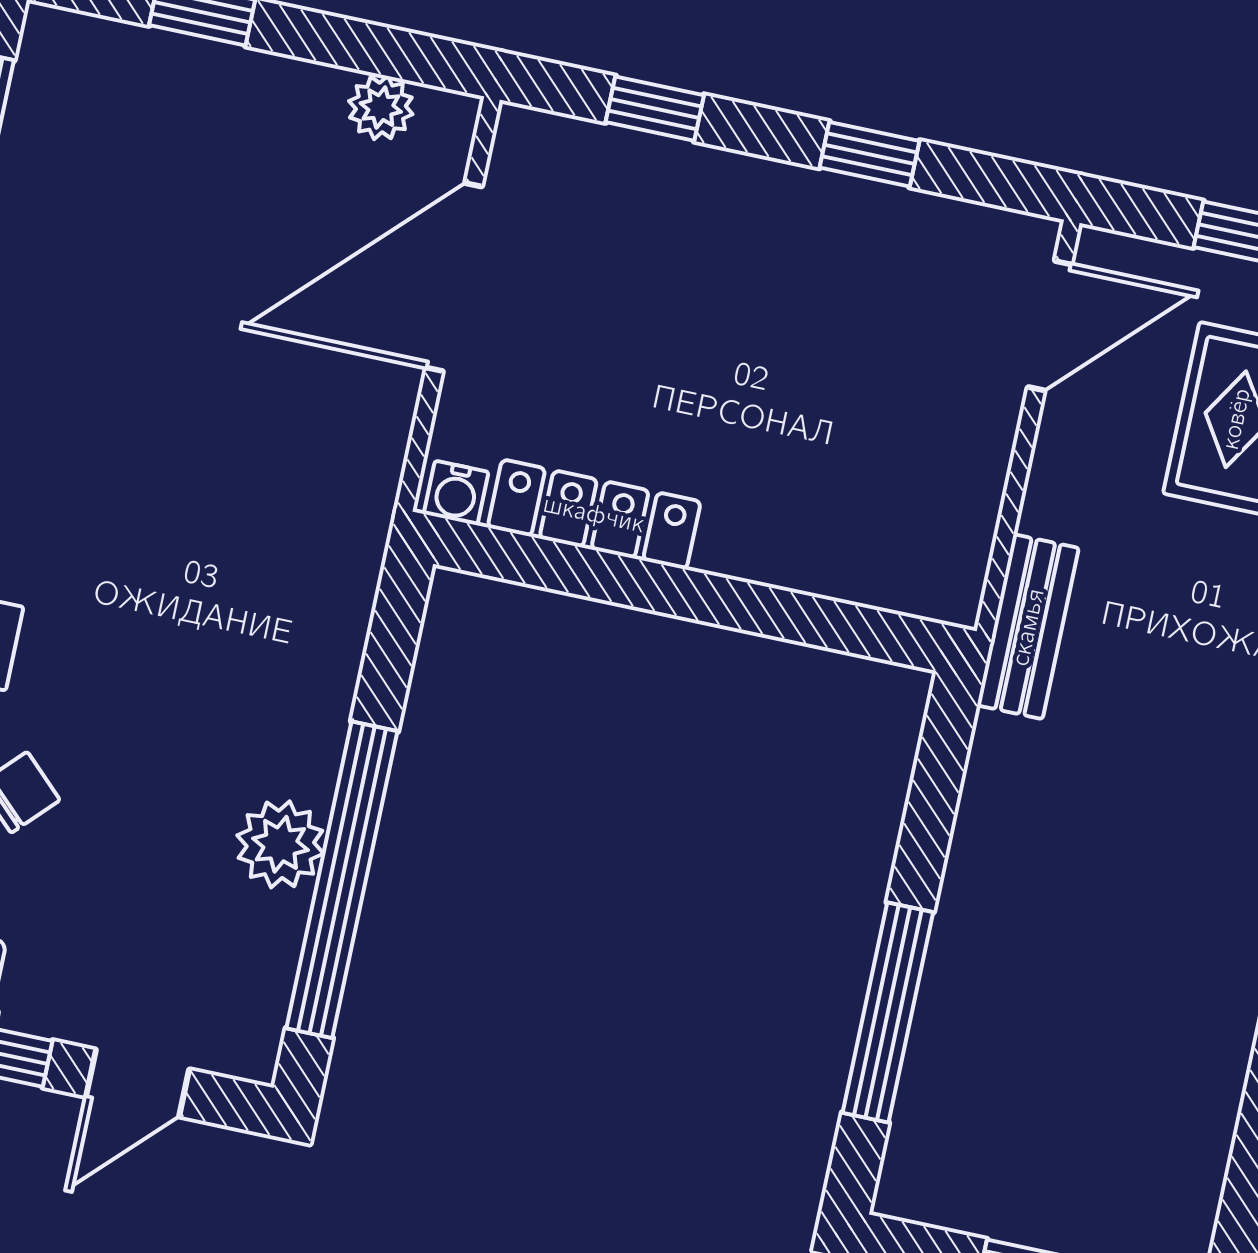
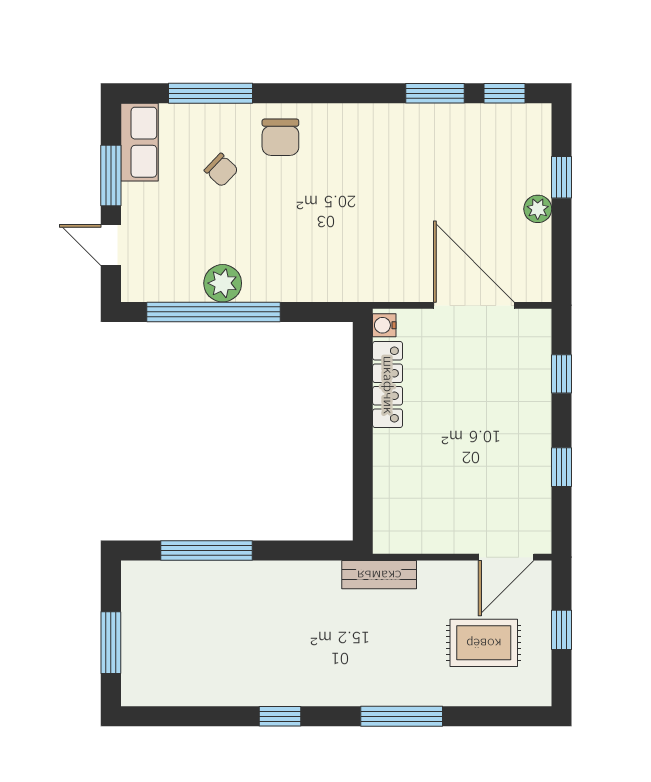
plant: (381, 108) -> (538, 209), moved
door: (1050, 326) -> (506, 557), hinge flipped

